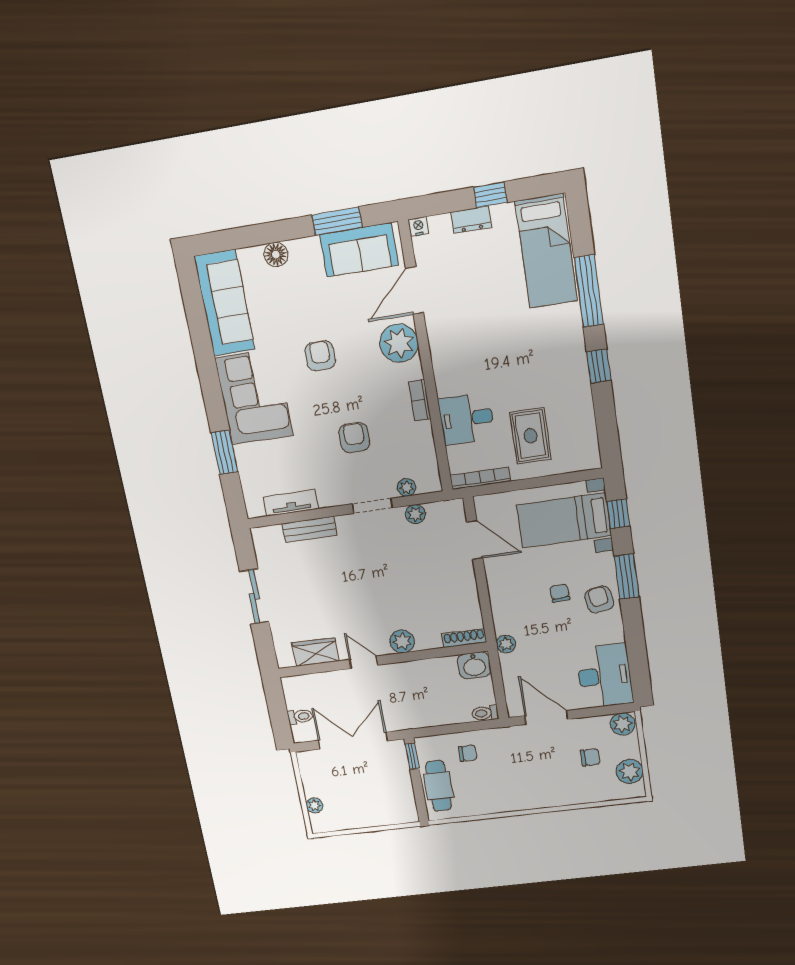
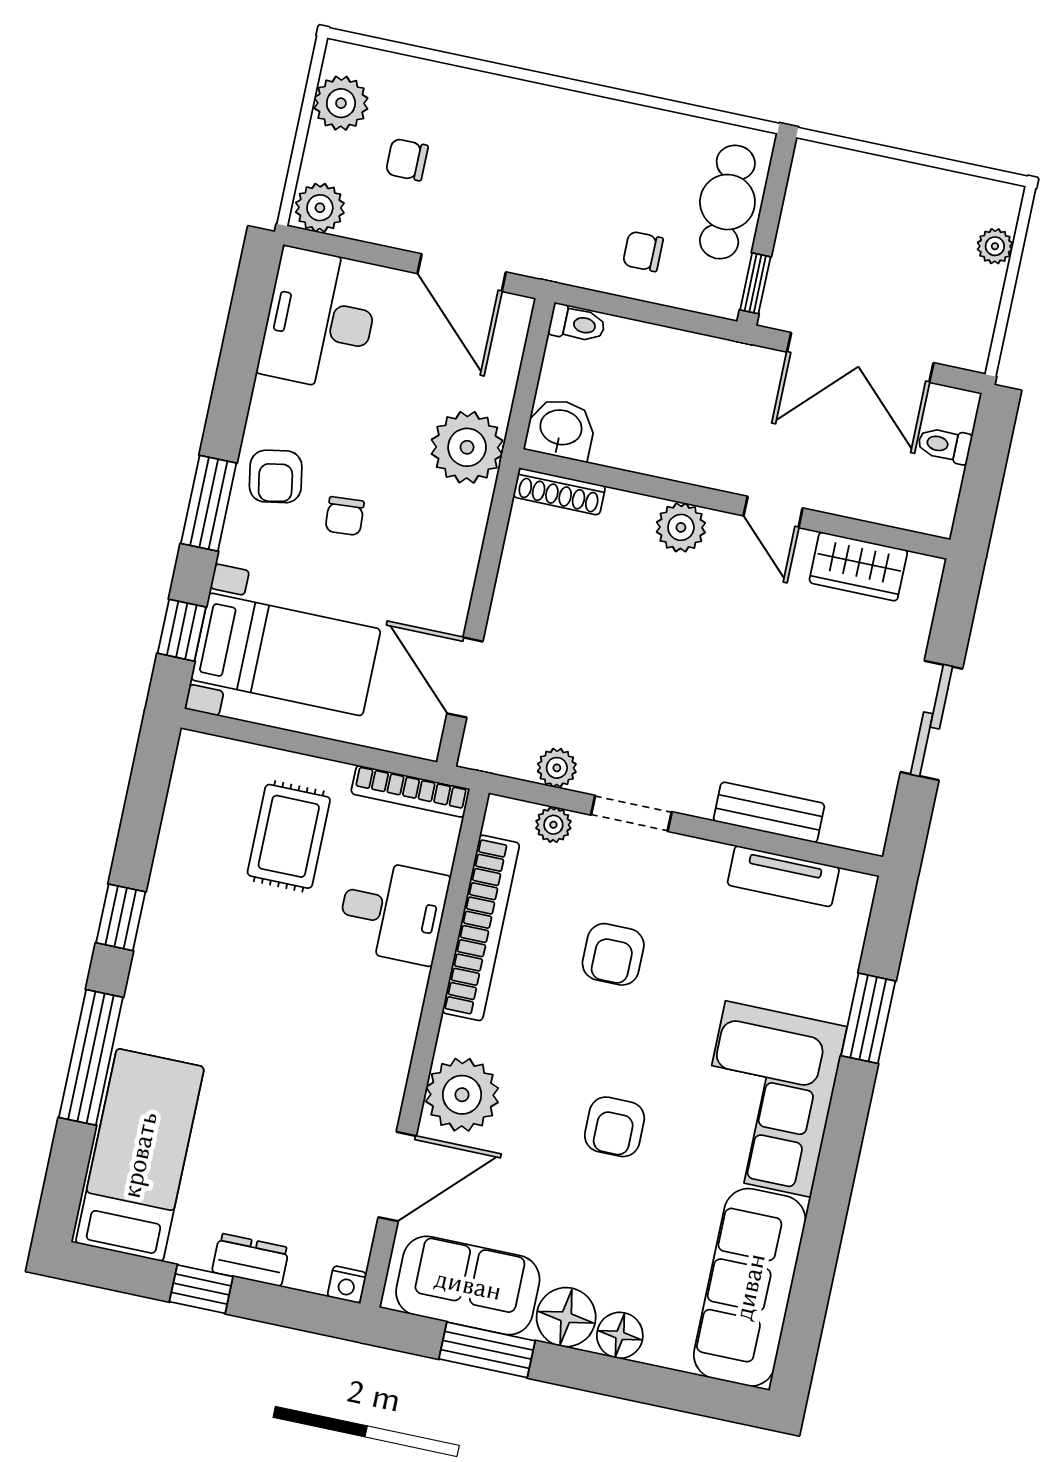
floor lamp: (305, 253) -> (566, 1317), added
bookcase: (420, 400) -> (481, 928), width x2.31, depth x1.31
plant: (506, 644) -> (467, 447), width x1.87, depth x1.87

